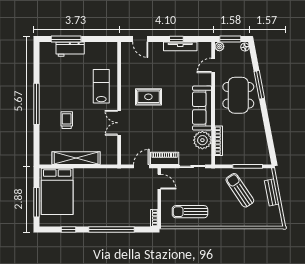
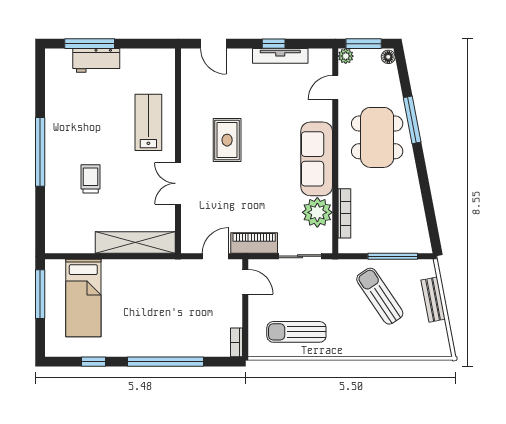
rug: (148, 97) -> (227, 140), turned 90
shelving: (76, 158) -> (135, 242), moved
bed: (57, 191) -> (83, 298), width x0.67
window: (37, 202) -> (40, 294), moved

